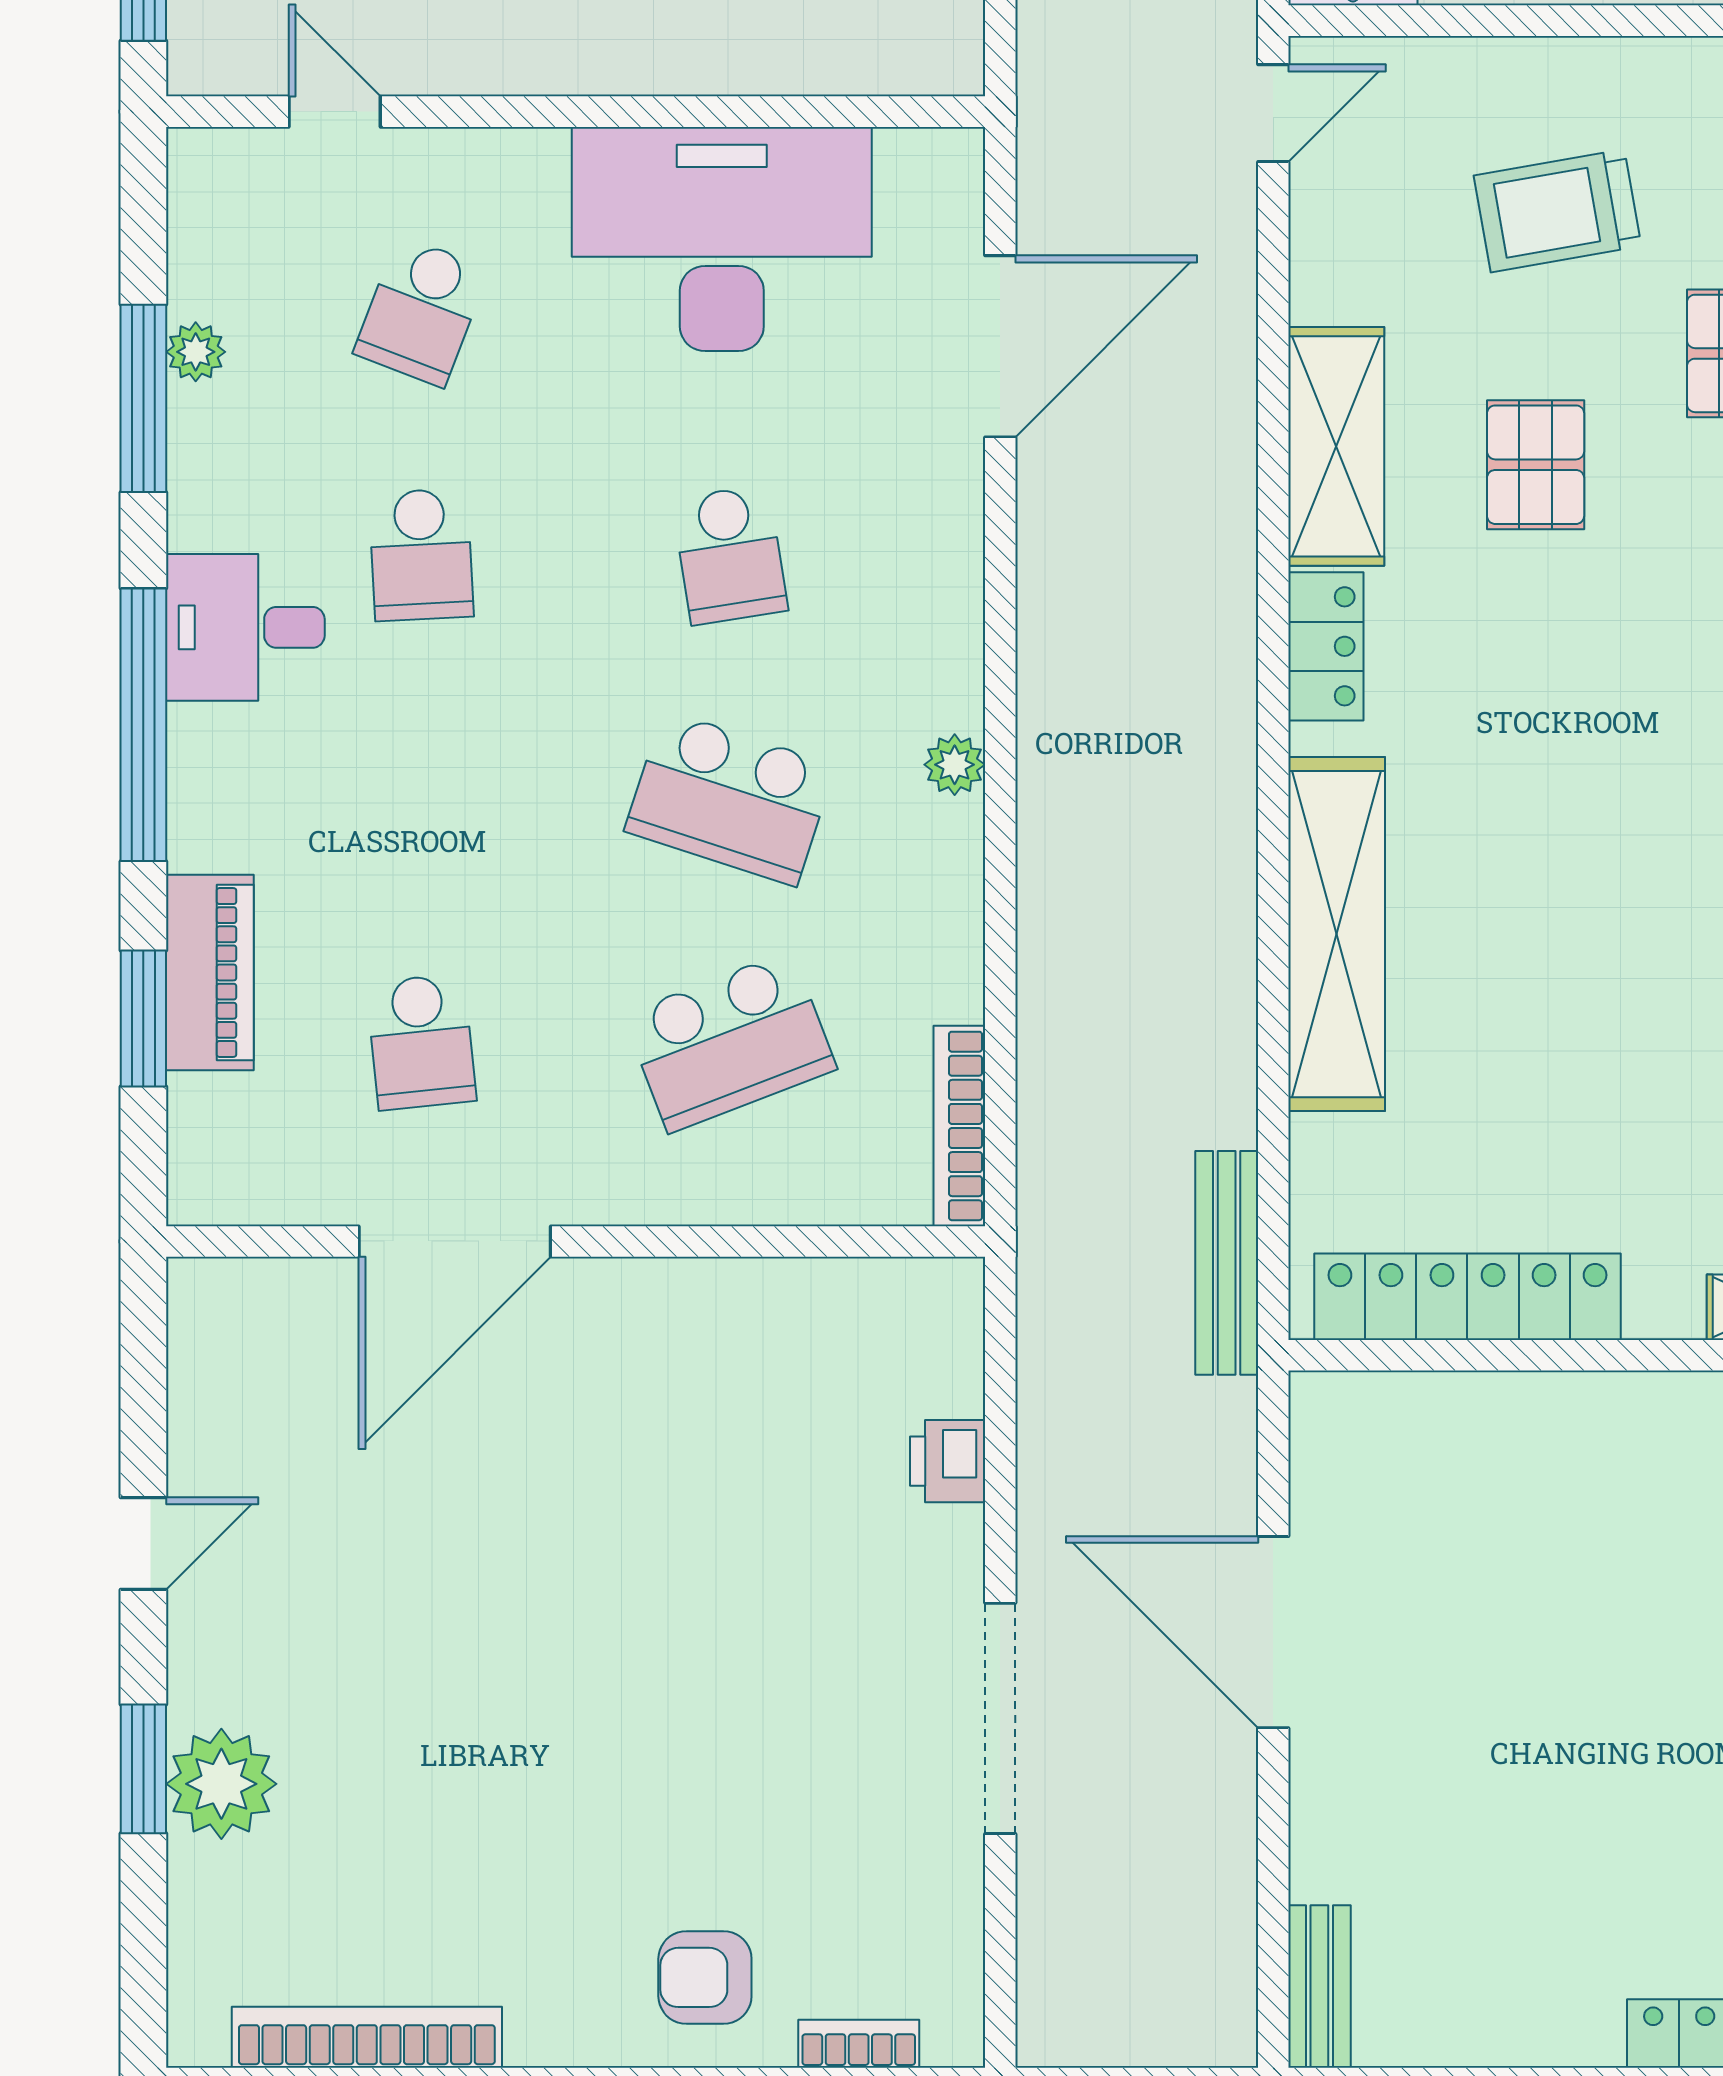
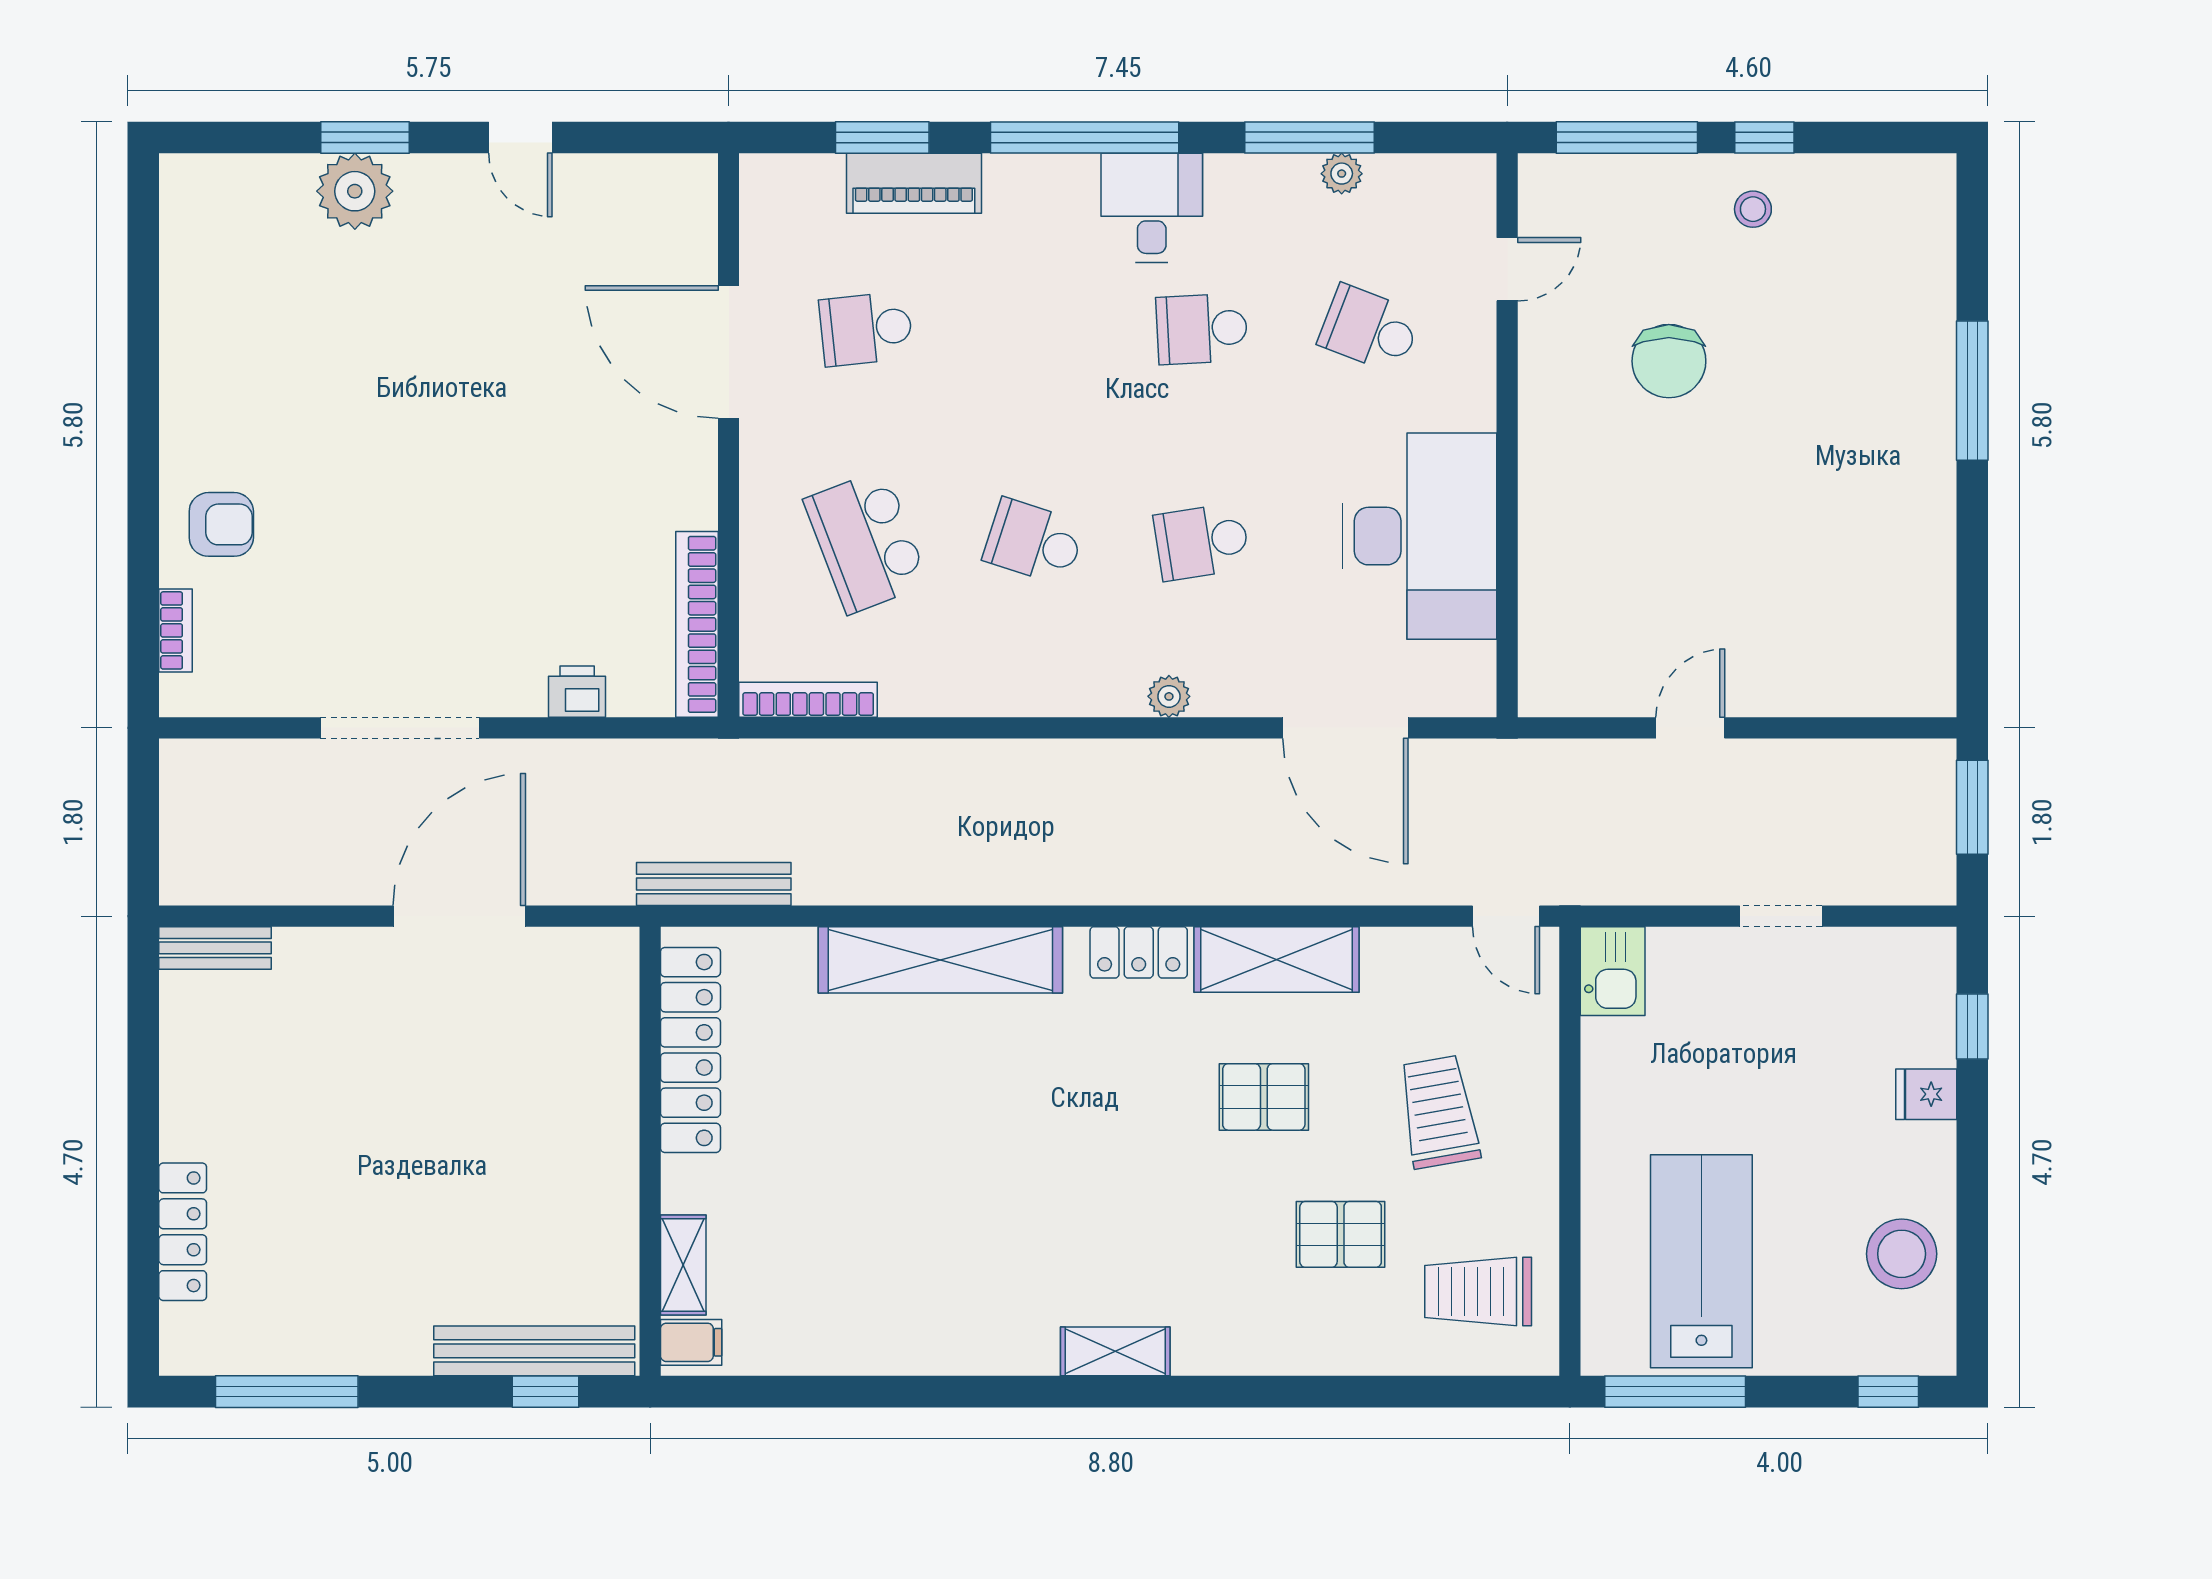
plant: (955, 765) -> (1169, 696), moved
school desk: (730, 798) -> (1034, 542), width x0.54
armchair: (705, 1977) -> (221, 524), turned 90
bookcase: (367, 2037) -> (697, 624), moved, turned 180

